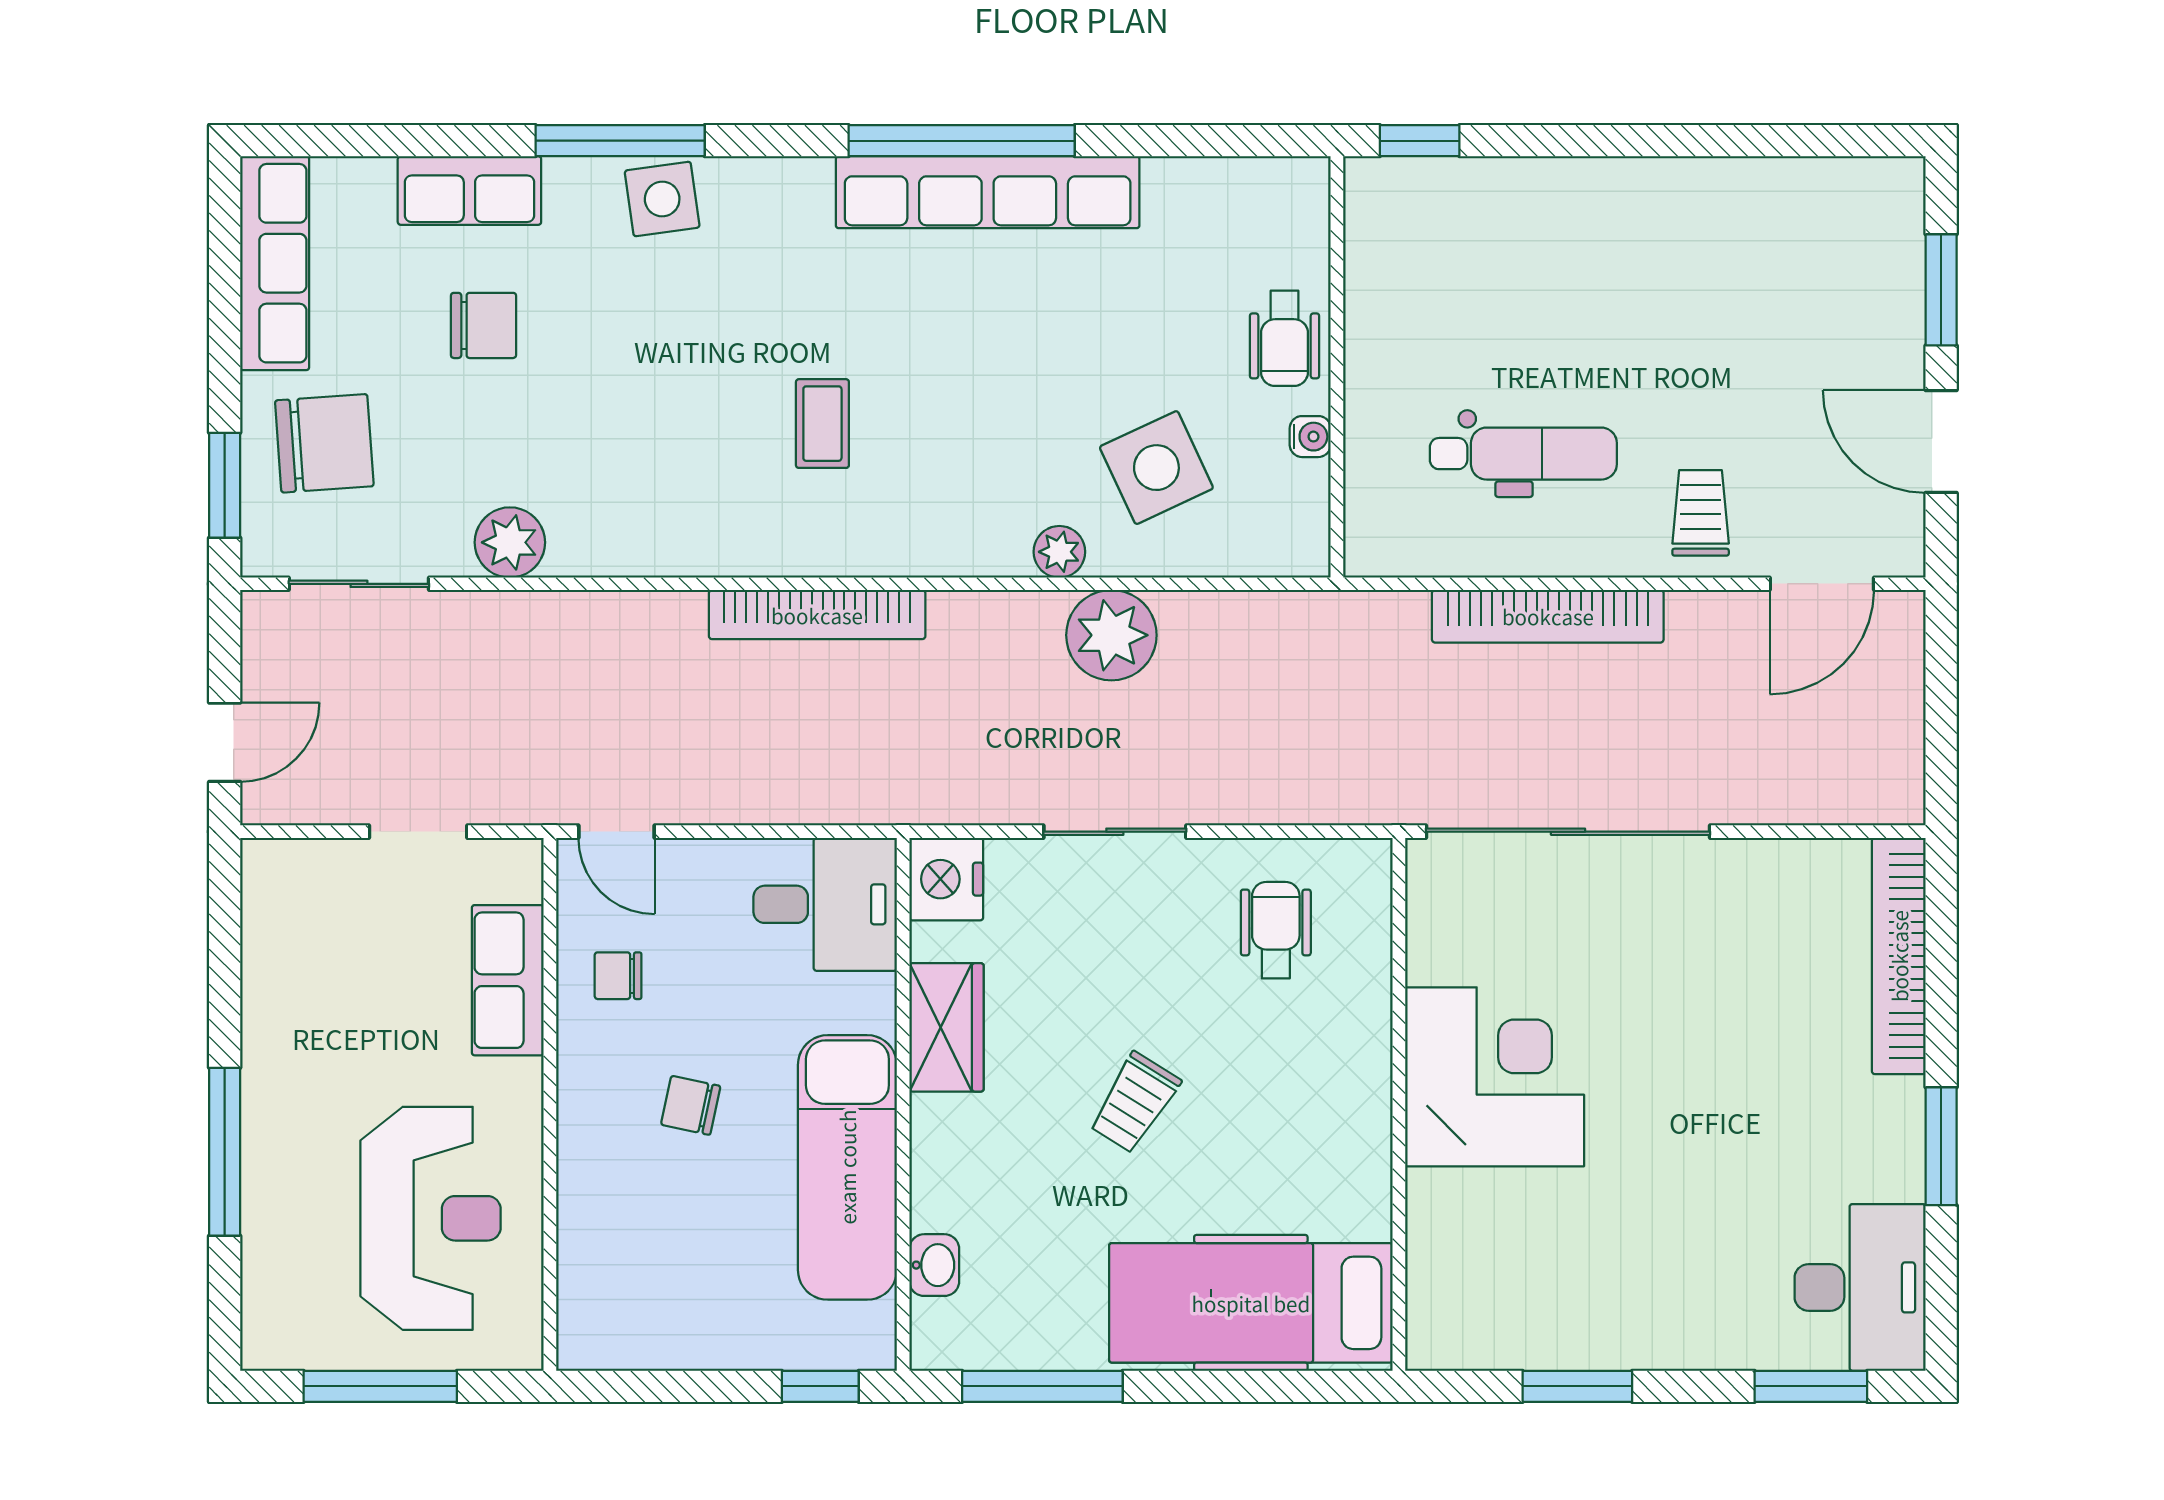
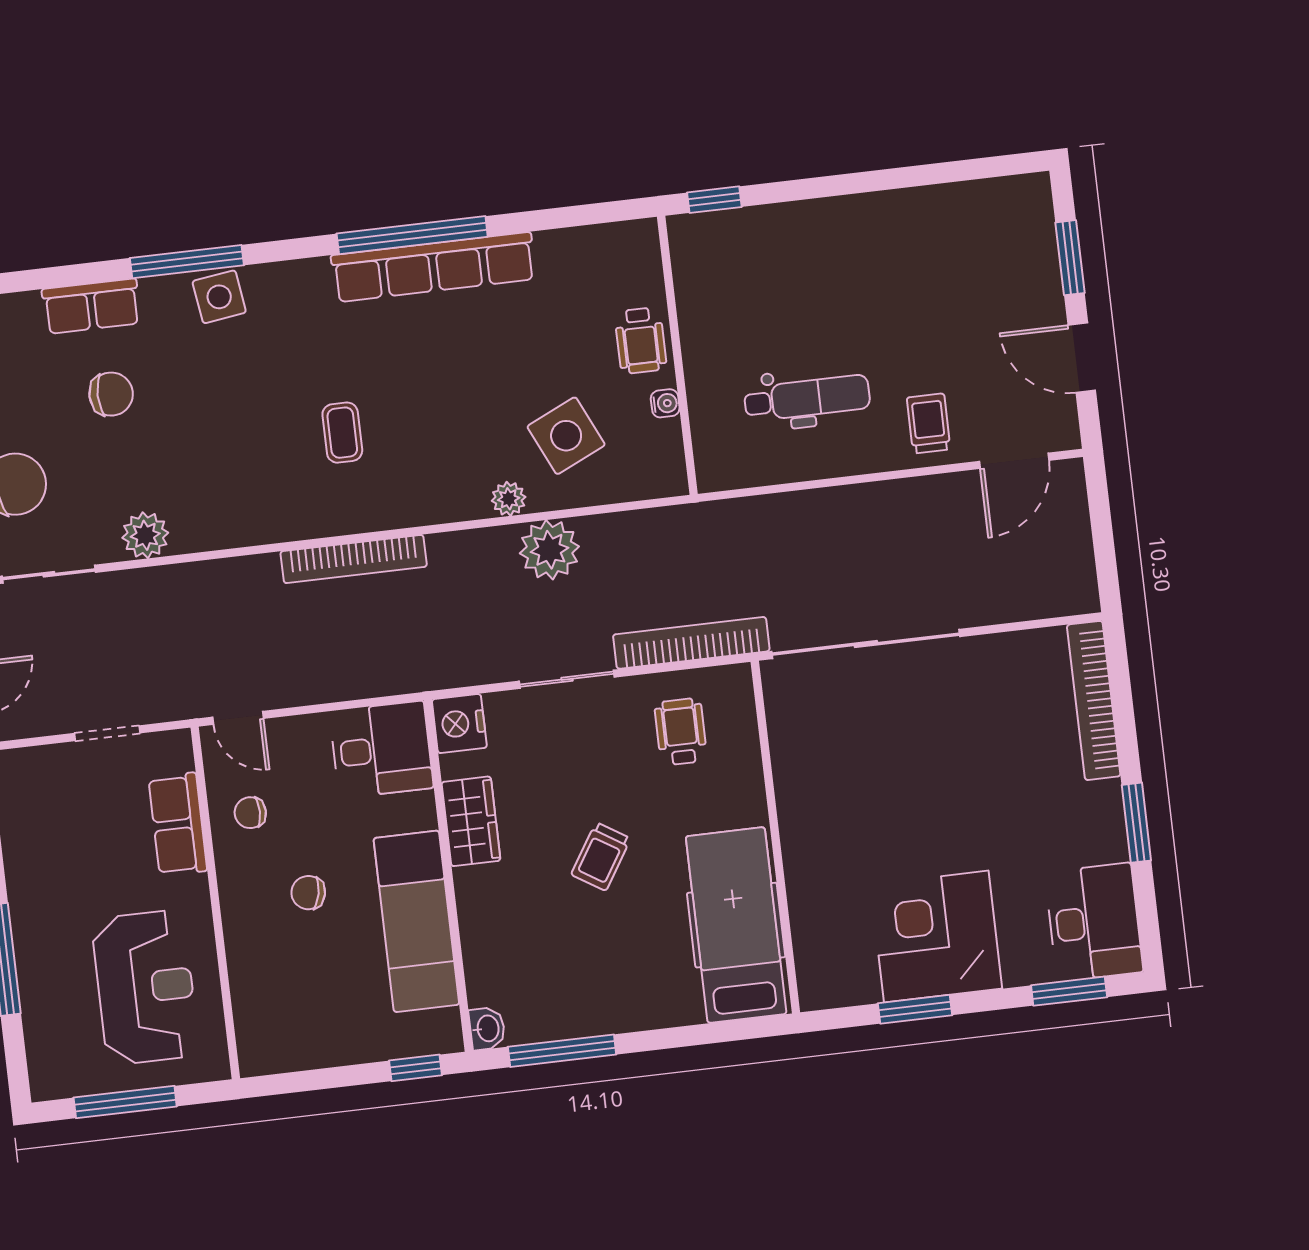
bookcase: (1548, 616) -> (691, 643), moved, turned 180
corner desk: (1495, 1077) -> (936, 937), moved, turned -90
washbasin: (934, 1265) -> (487, 1028), moved
hospital bed: (1251, 1303) -> (736, 925), moved, turned 90

